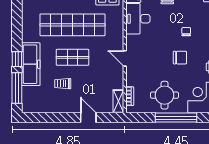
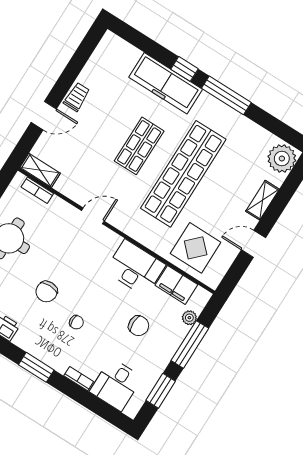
trolley: (63, 84) -> (77, 97), moved
window: (17, 88) -> (226, 95), moved

